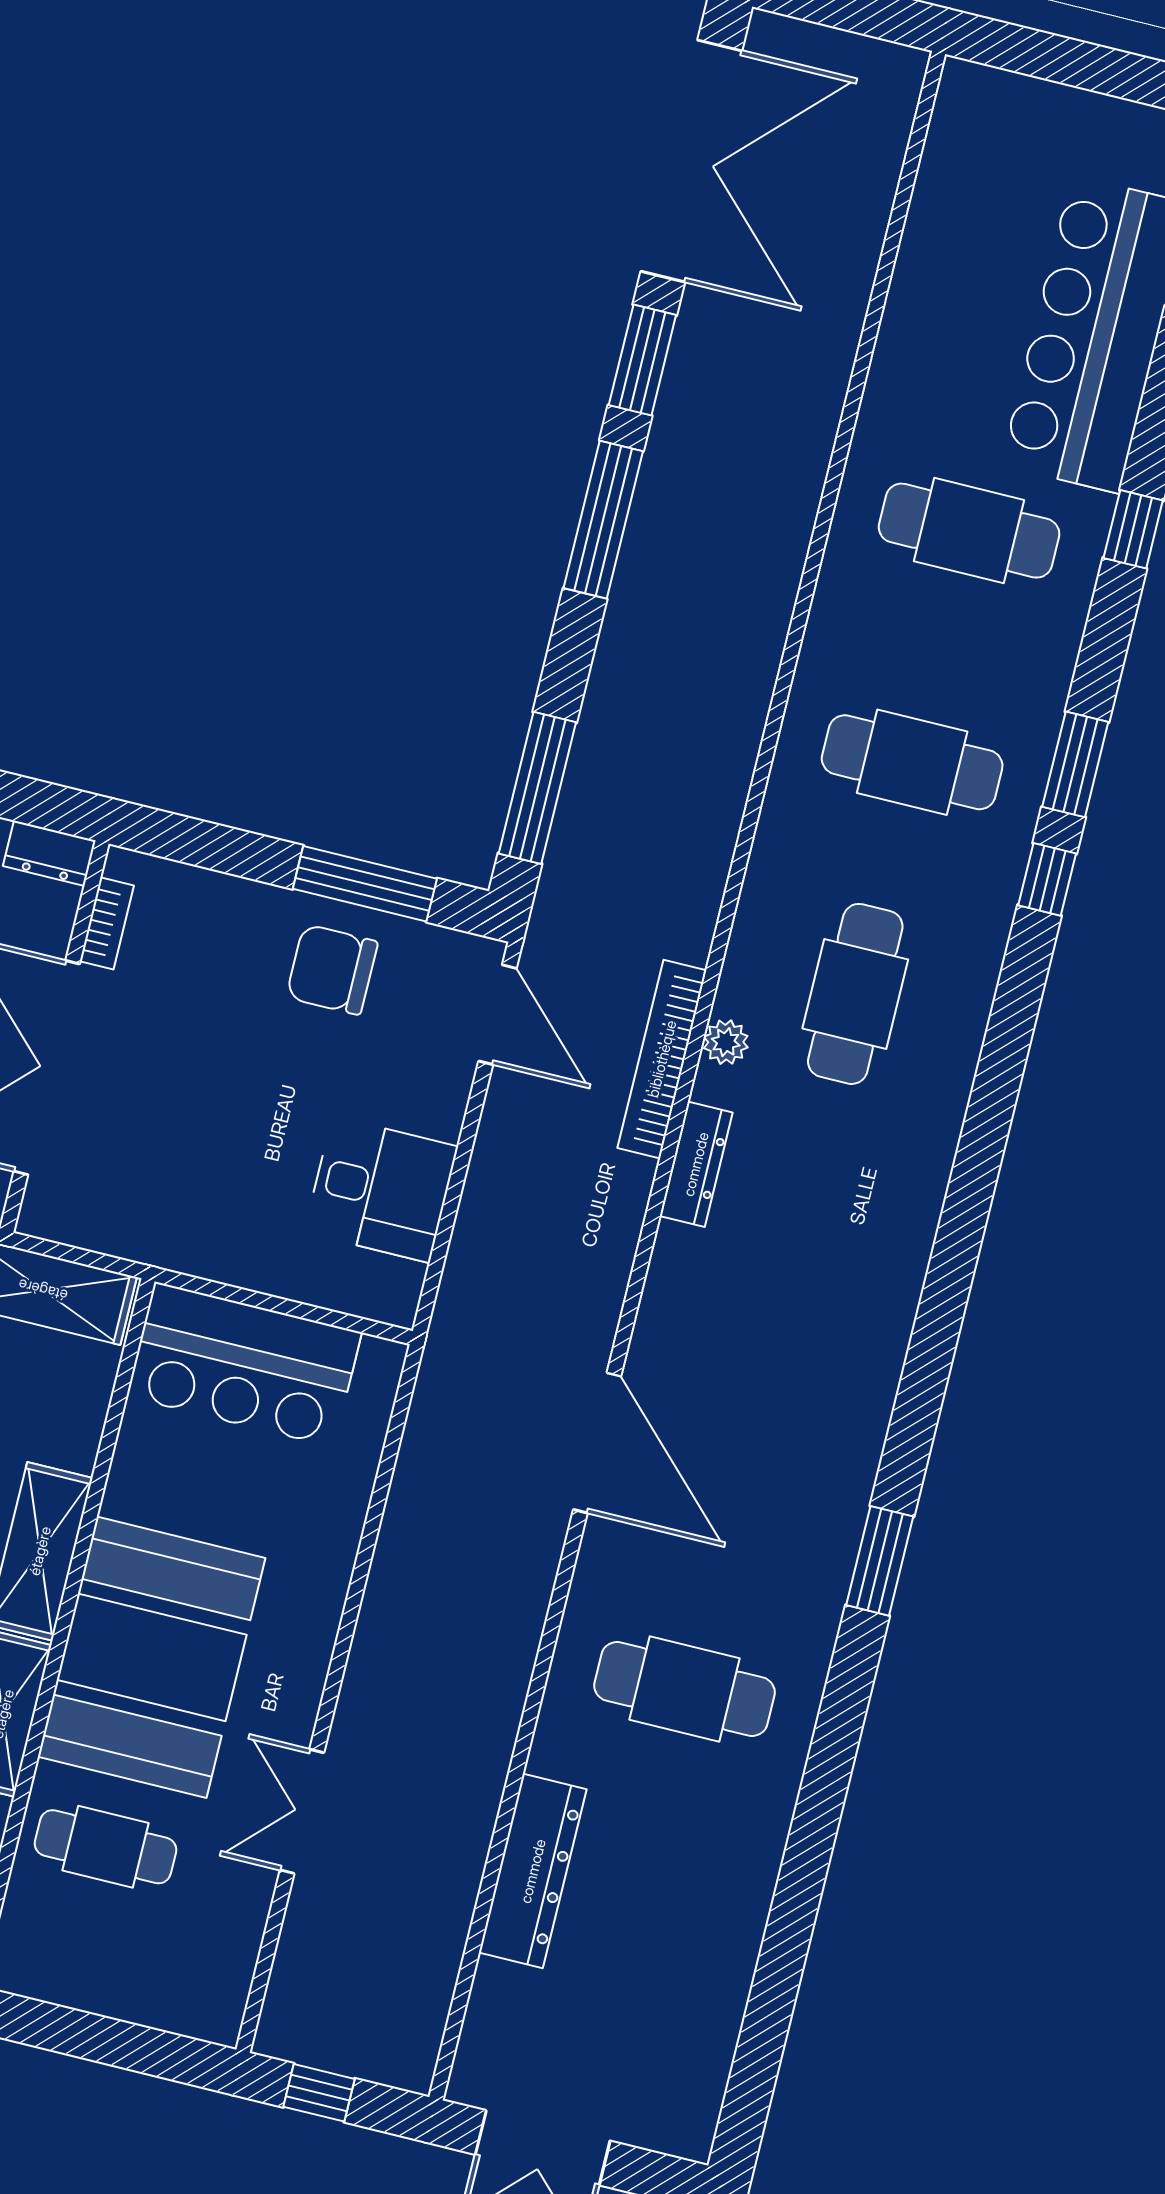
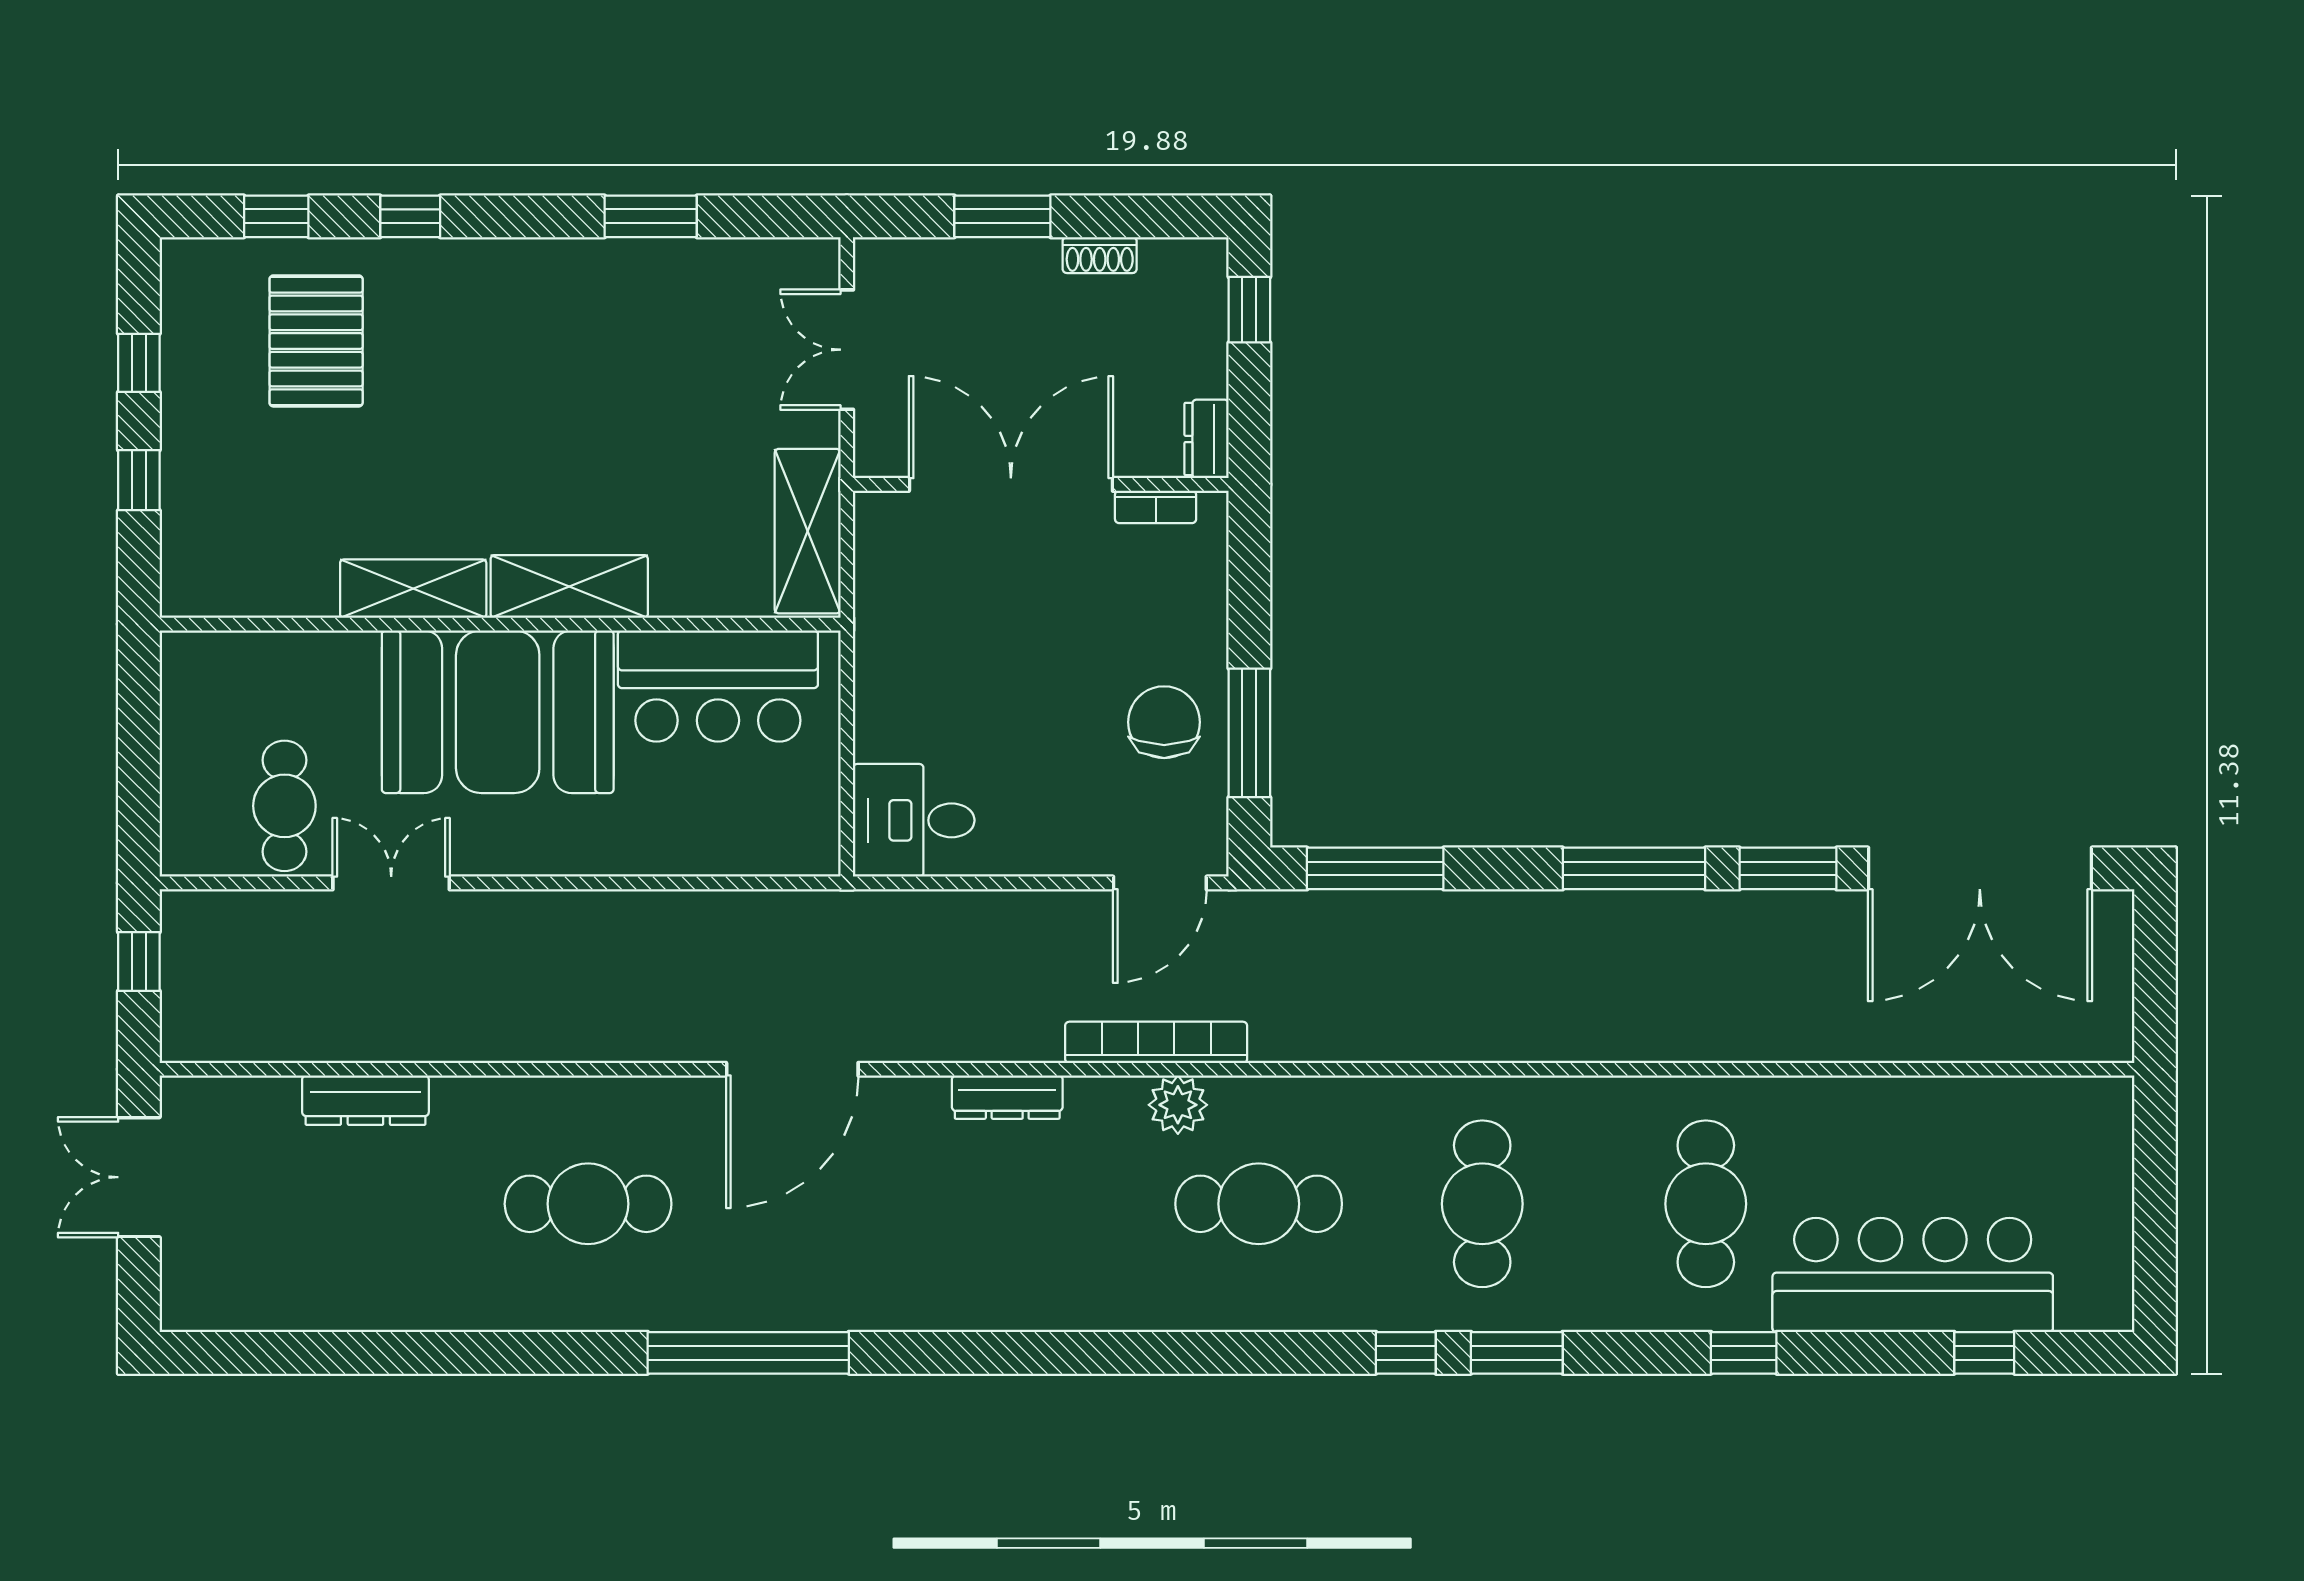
plant: (726, 1042) -> (1178, 1105), width x1.38, depth x1.38
dresser: (696, 1164) -> (1007, 1097), moved
desk: (381, 1189) -> (914, 820), moved, turned 90
bar counter: (244, 1364) -> (718, 686), moved, turned -90
window: (880, 1561) -> (748, 1353), width x2.11
cafe table: (684, 1689) -> (588, 1204), turned 90
cafe table: (106, 1847) -> (284, 806), moved
dresser: (533, 1871) -> (365, 1100), width x0.73, depth x0.80

